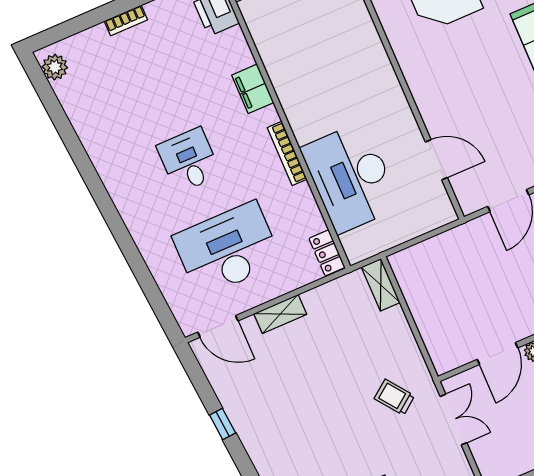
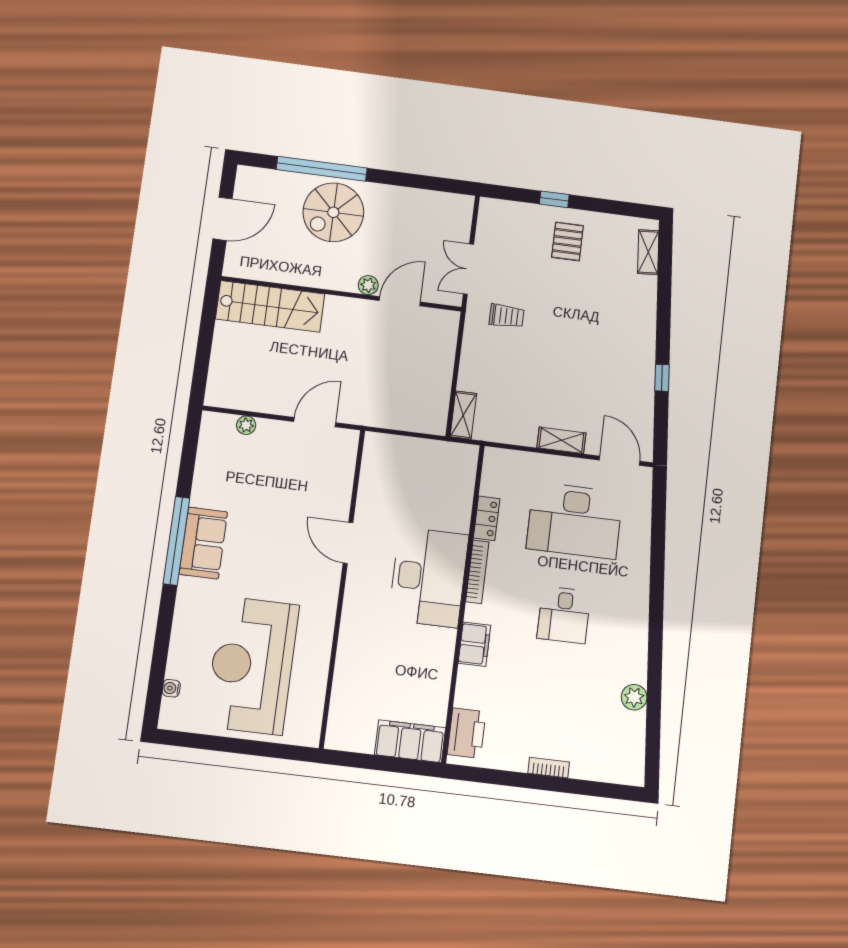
plant: (55, 67) -> (634, 697), moved
door: (436, 160) -> (348, 543), moved
desk: (351, 177) -> (428, 577), moved
locker: (327, 253) -> (487, 518), moved
trolley: (394, 397) -> (507, 316), turned -53

